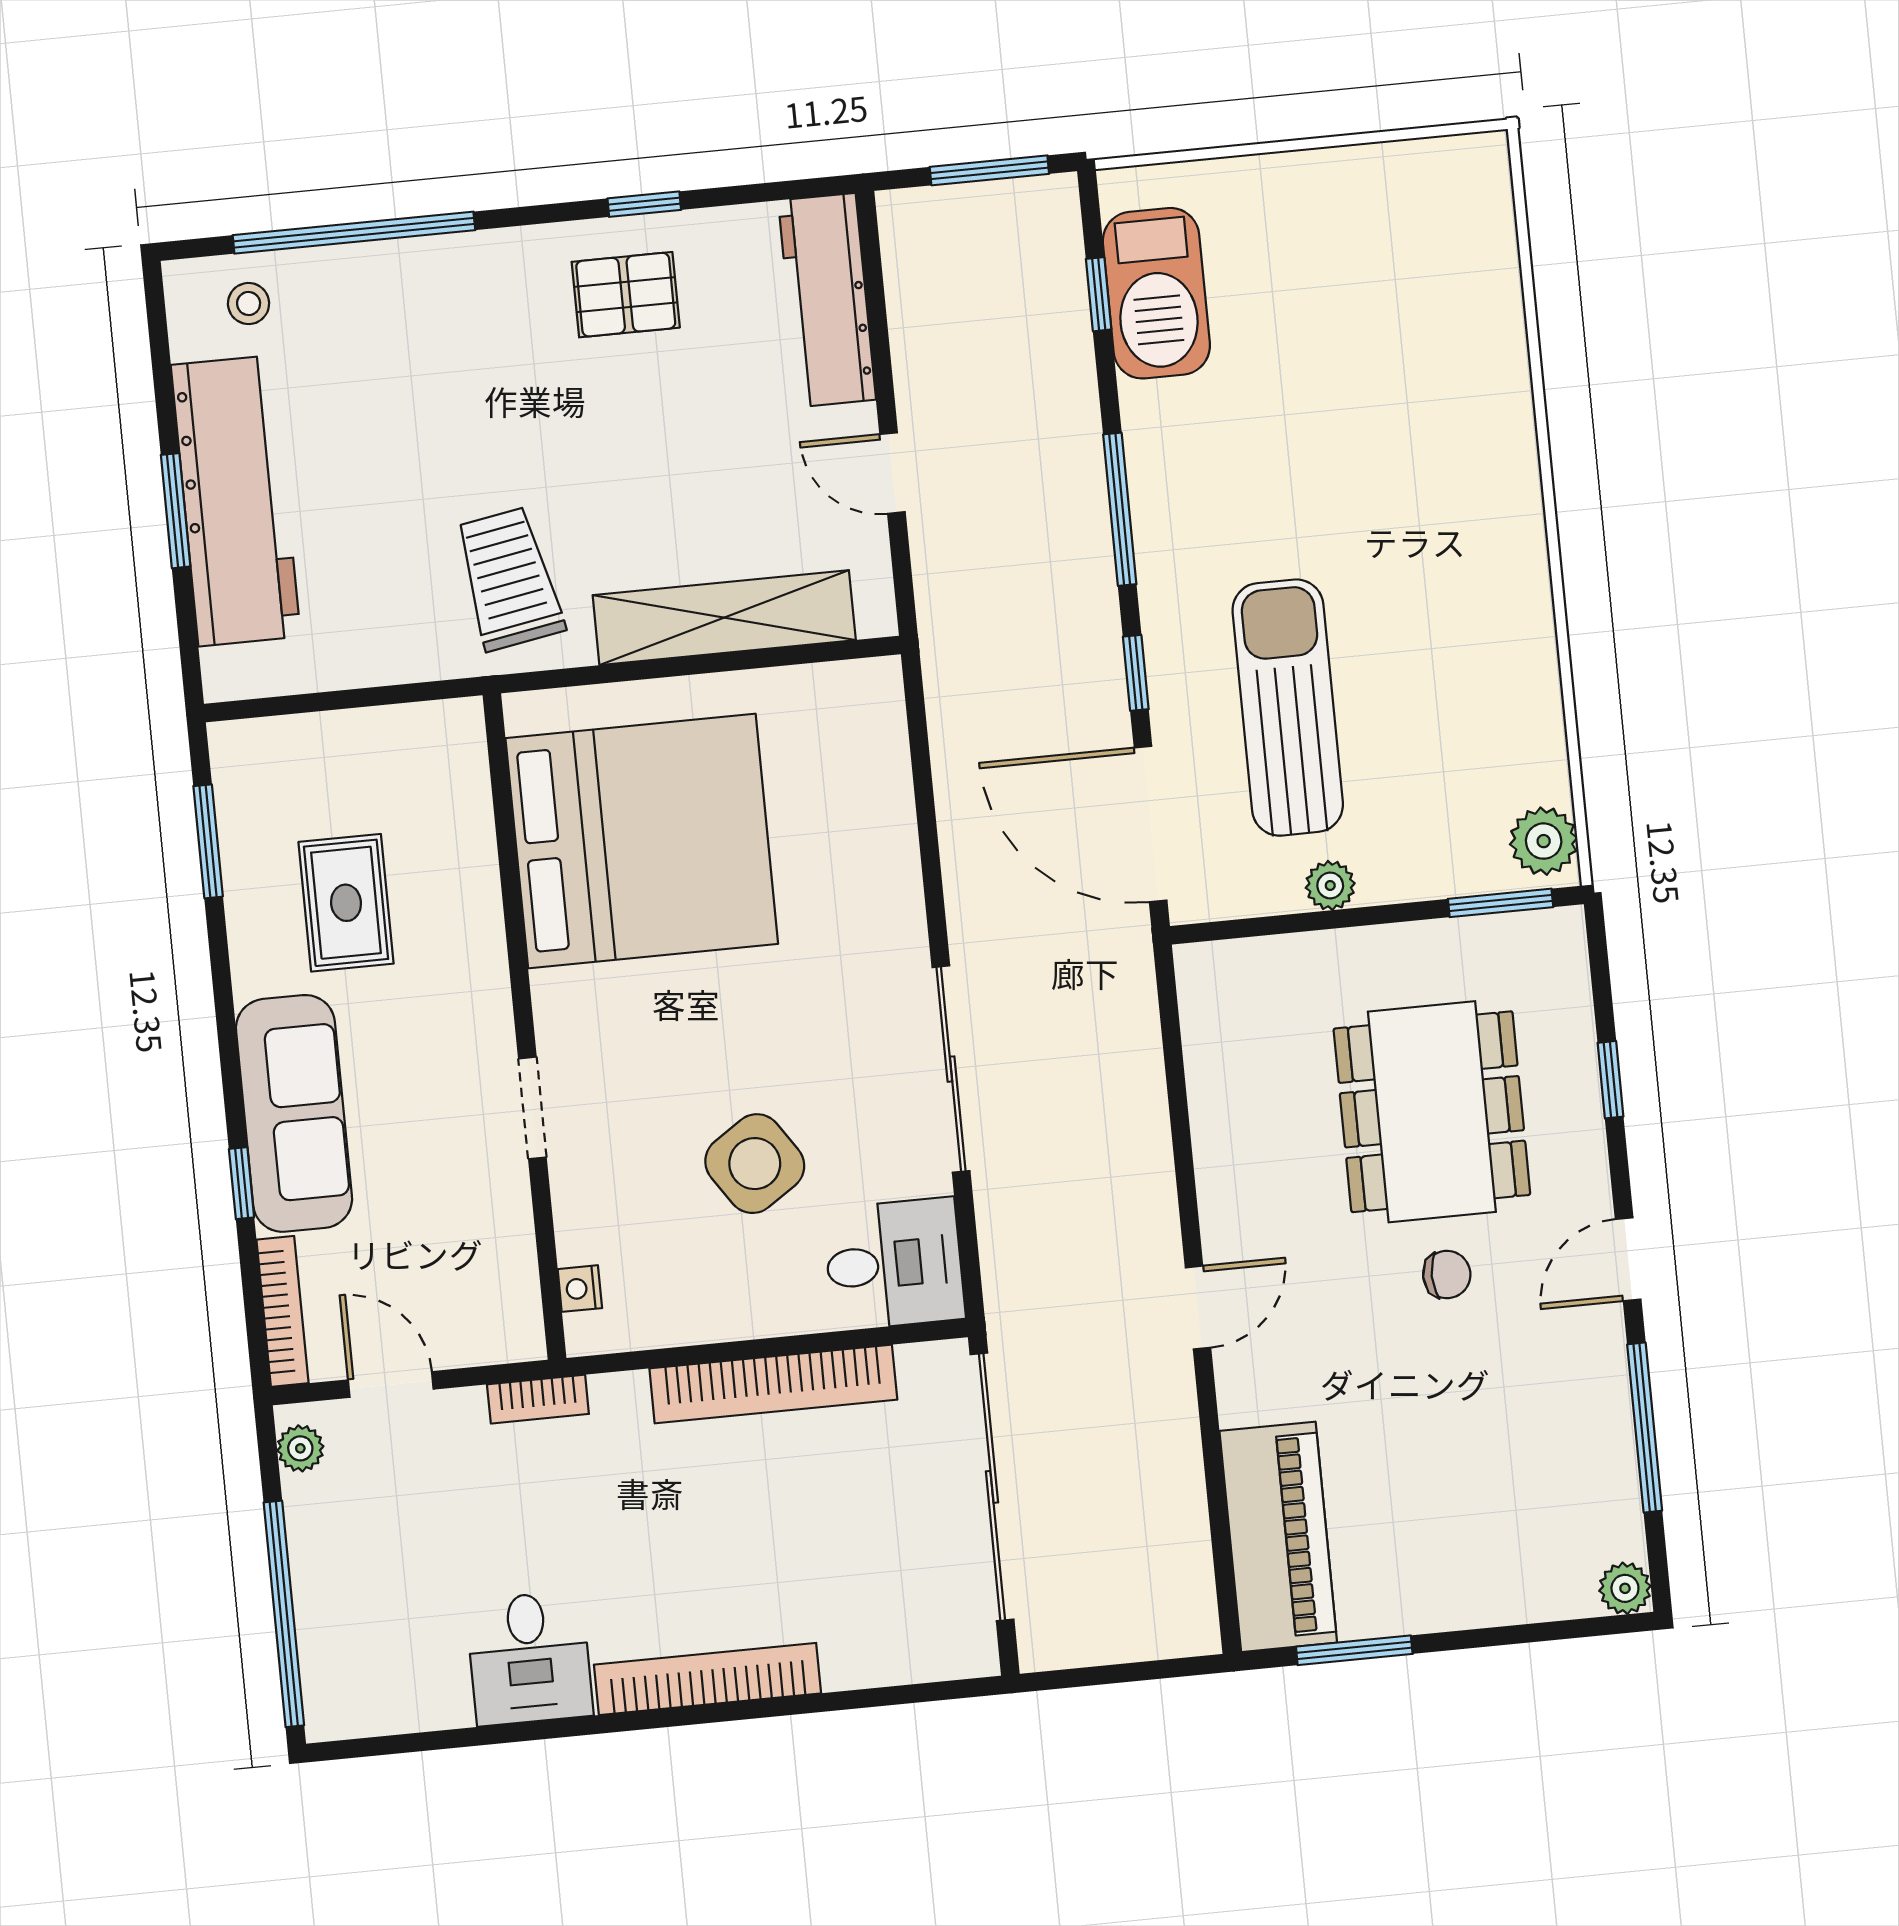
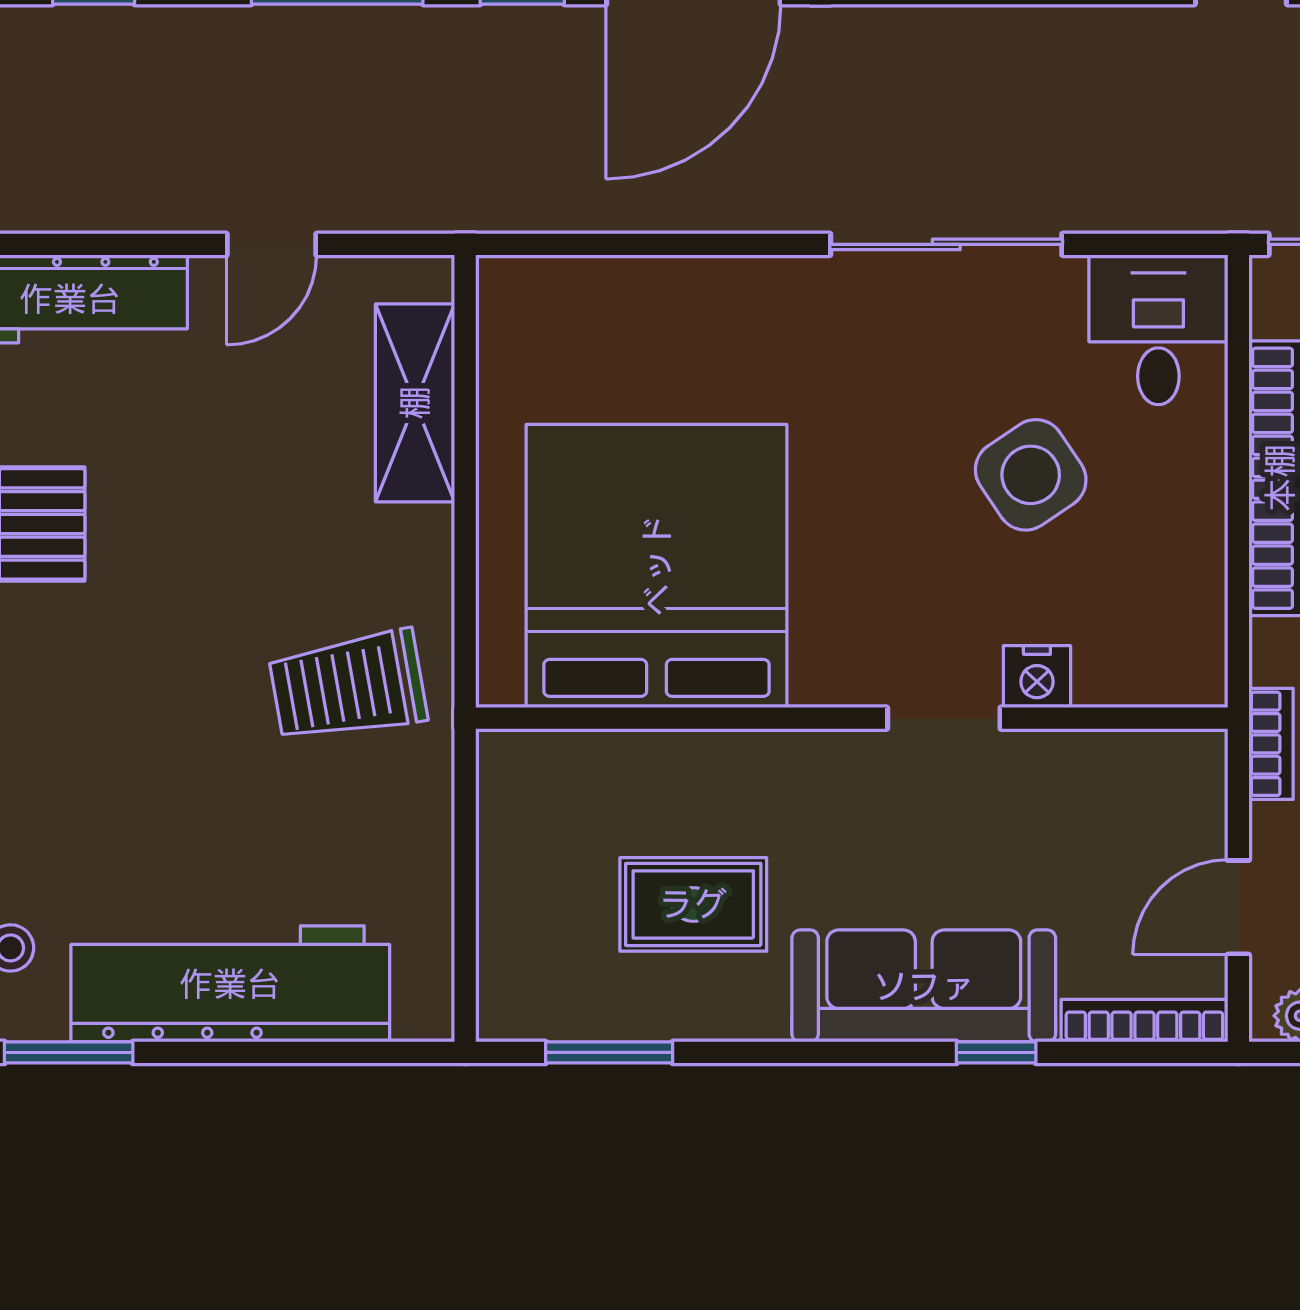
window: (176, 511) -> (69, 1052), moved
shelving: (724, 618) -> (415, 403), width x0.68
nightstand: (580, 1289) -> (1037, 677), moved, width x1.39, depth x1.35

